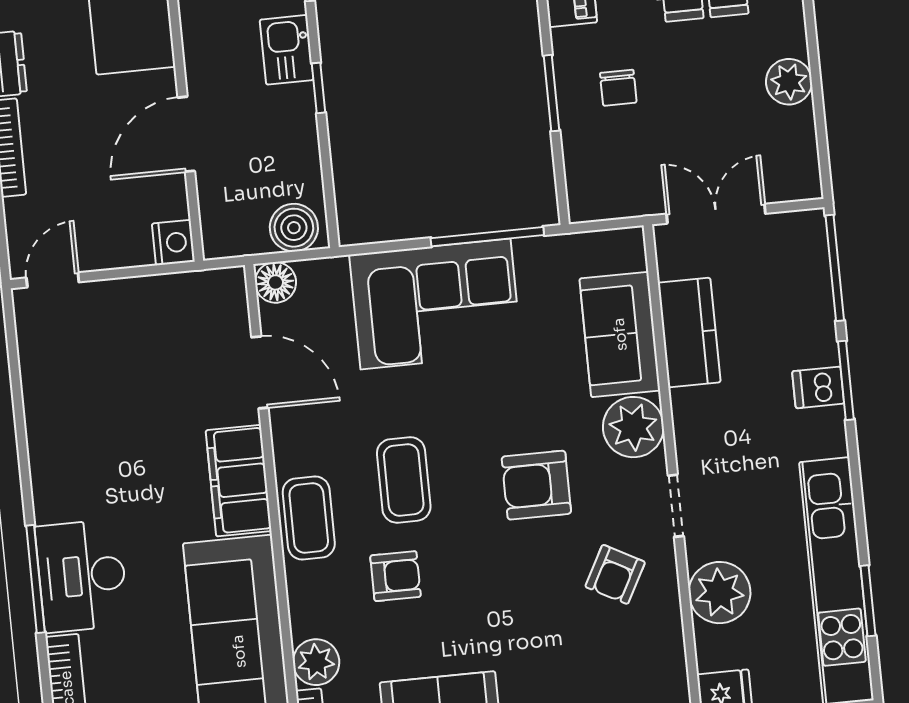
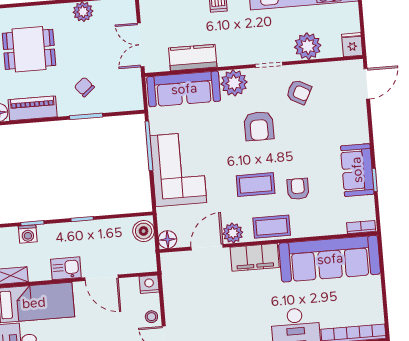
kitchen sink: (287, 50) -> (66, 268), moved, turned 180
chair: (618, 88) -> (84, 87), turned -130
stool: (100, 249) -> (151, 317), added
sofa: (620, 334) -> (184, 89), width x1.36
plant: (316, 662) -> (233, 233), moved

